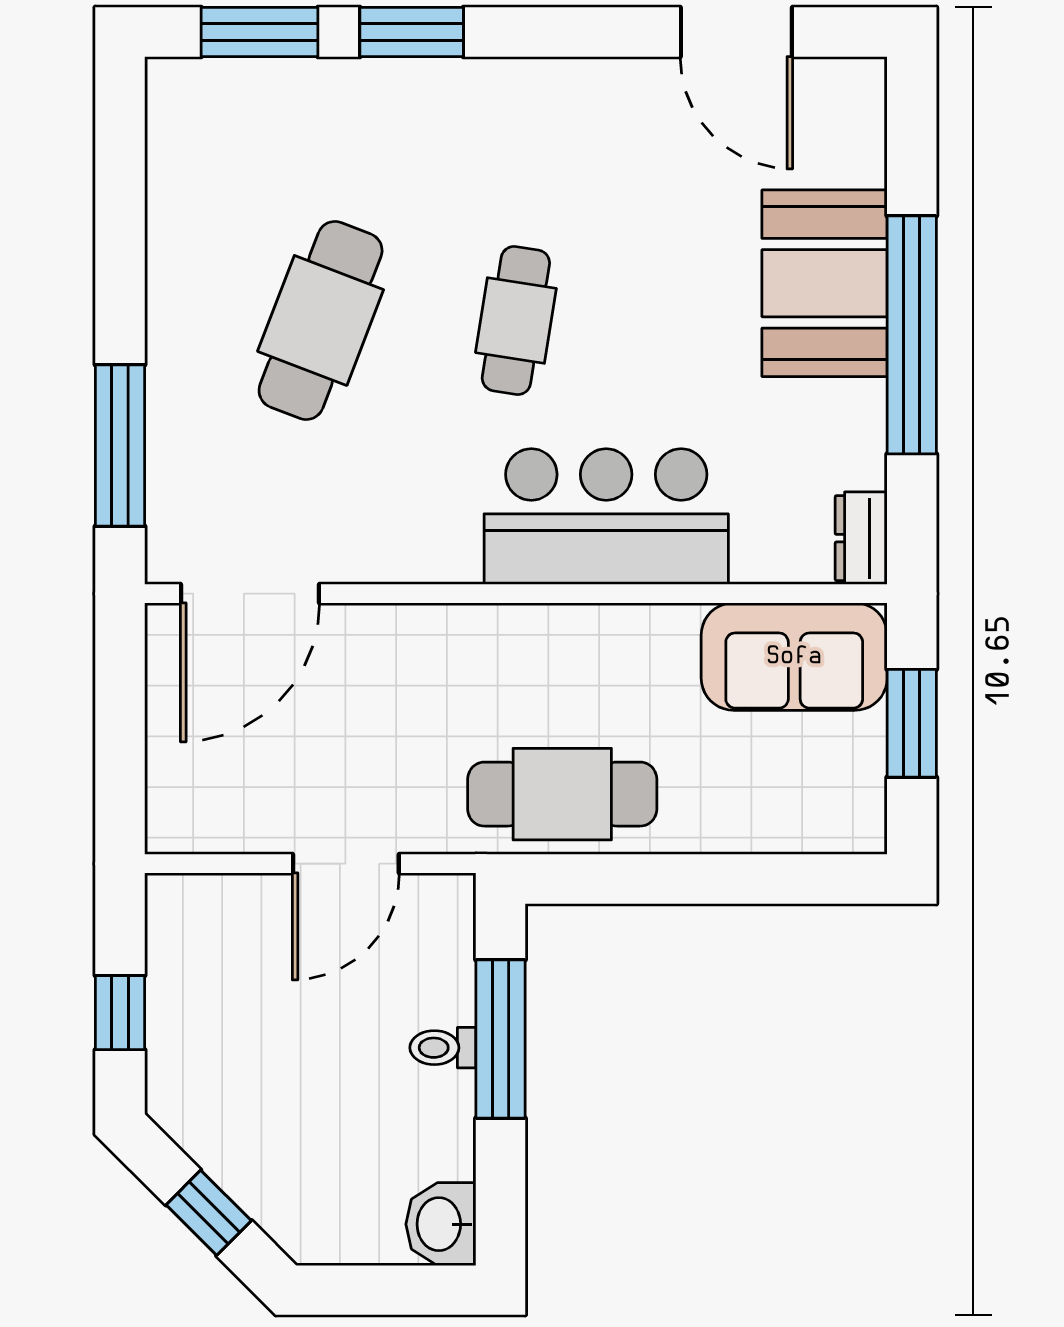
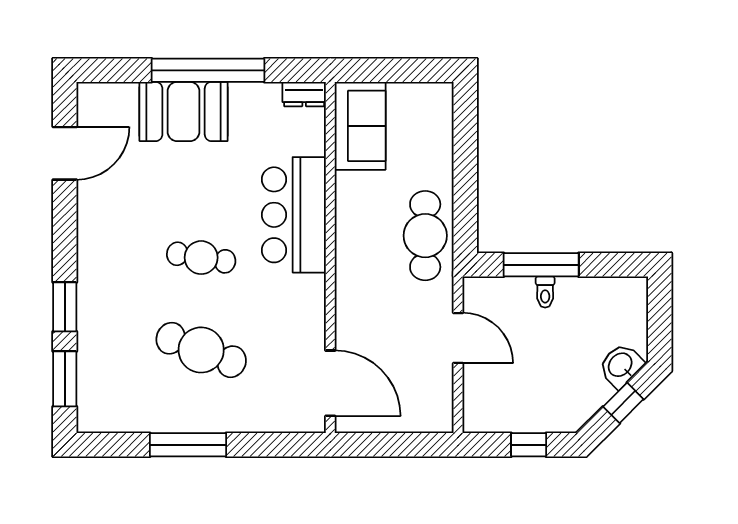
window: (120, 446) -> (188, 445), moved
window: (912, 723) -> (392, 70), removed
washbasin: (441, 1224) -> (621, 365), moved, turned 135

